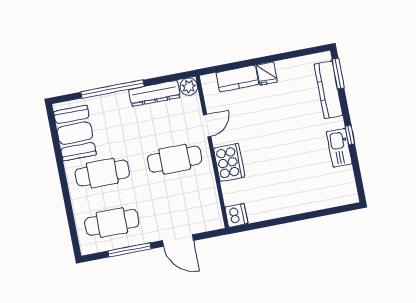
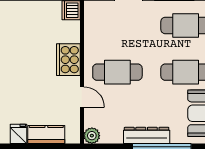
dresser: (154, 93) -> (147, 135), moved
door: (207, 126) -> (82, 97), swing flipped

